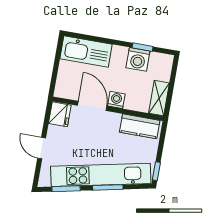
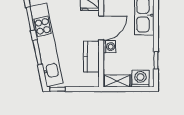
washing machine: (138, 59) -> (140, 79), moved, turned 90
kitchen counter: (140, 126) -> (91, 57), moved

